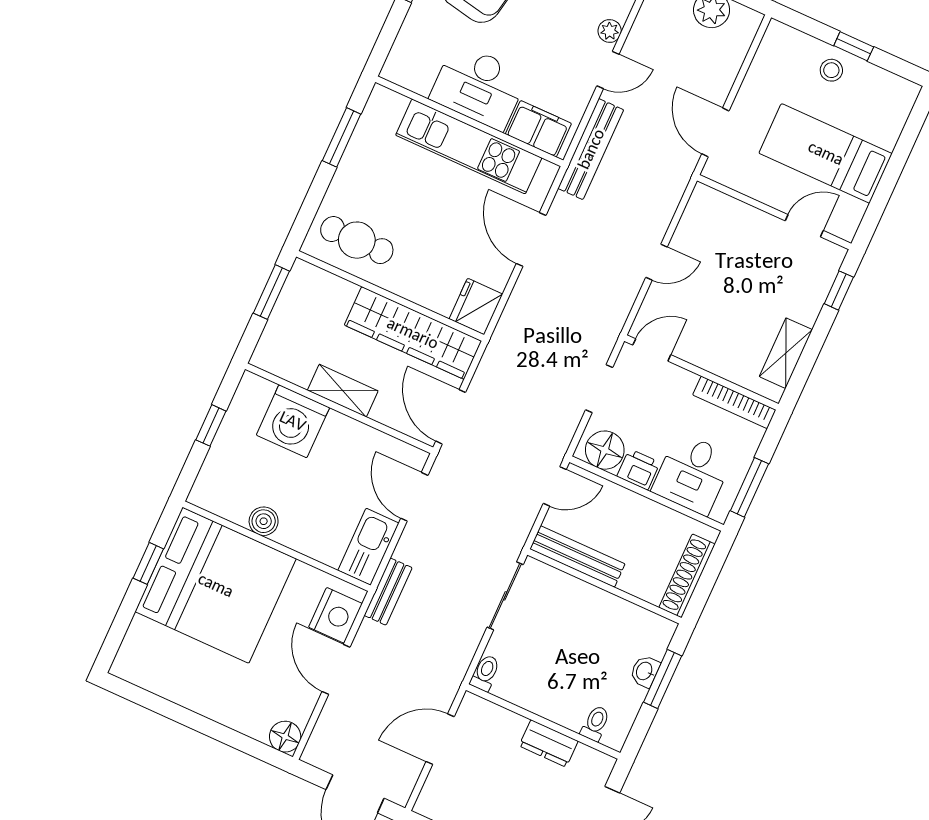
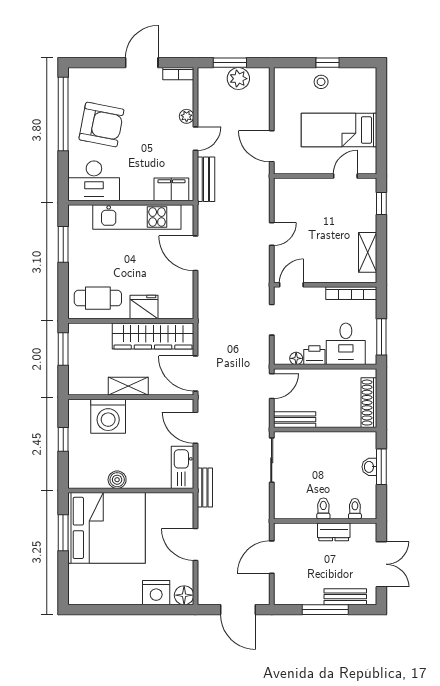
desk: (479, 87) -> (94, 181), moved
bench: (591, 149) -> (206, 179), width x0.73
fridge: (476, 307) -> (144, 307), moved, turned 90
floor lamp: (605, 450) -> (296, 358), width x0.53, depth x0.53
bench: (577, 556) -> (295, 420), width x0.73
window: (148, 563) -> (63, 533), width x1.50
nightstand: (335, 615) -> (156, 593), moved, turned 90
toilet: (485, 673) -> (323, 508), moved

